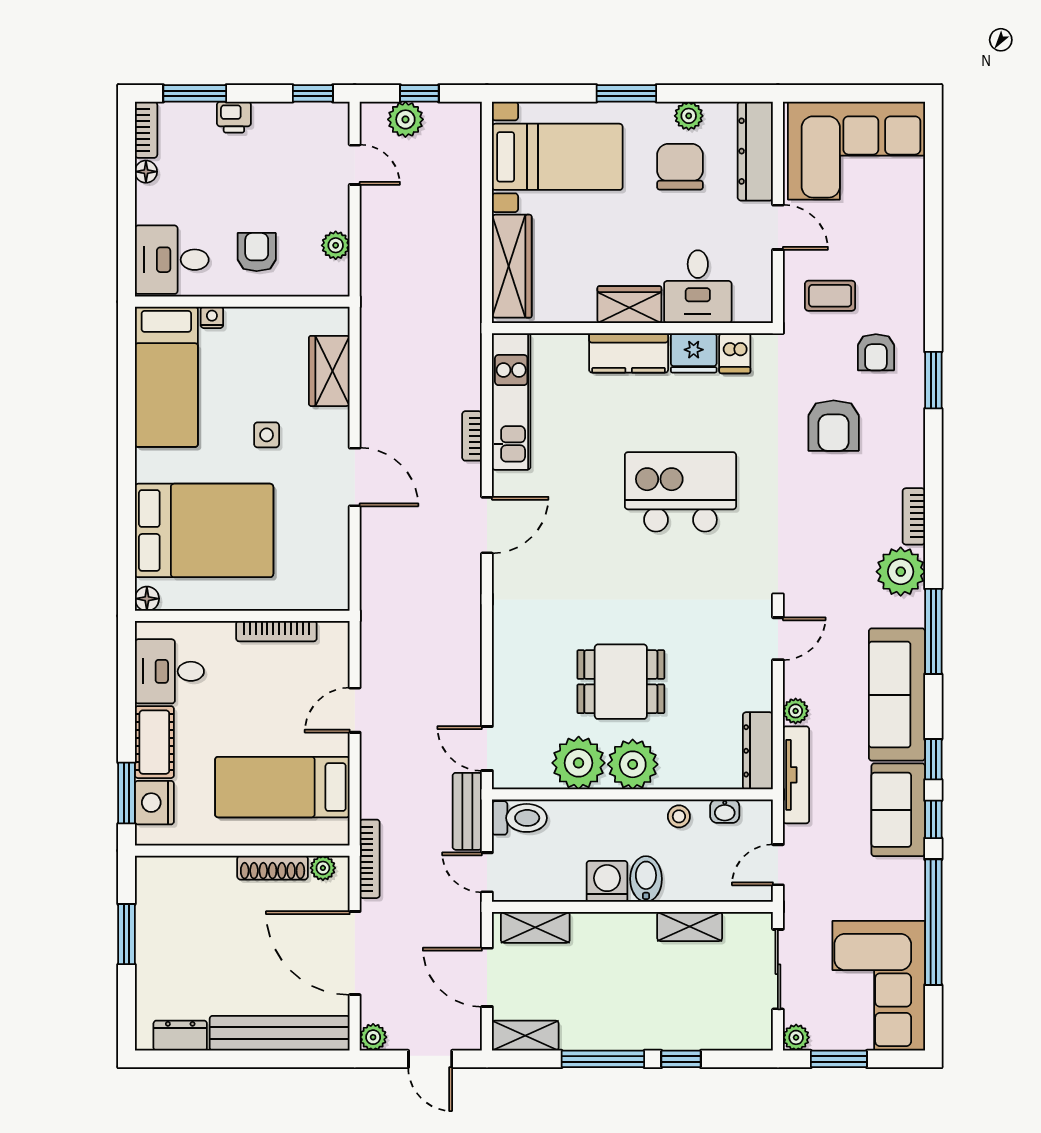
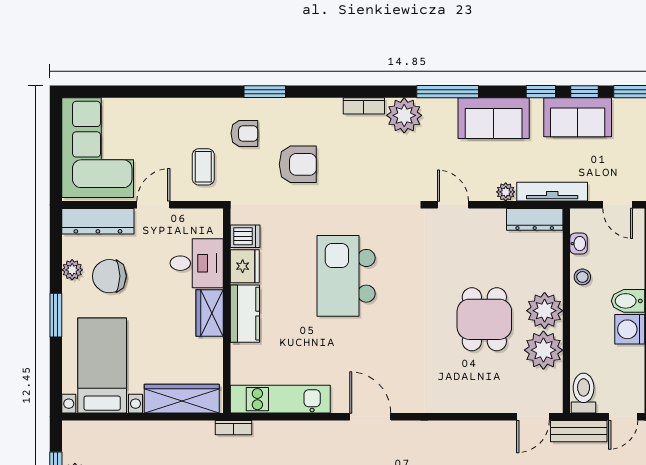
bookcase: (472, 436) -> (234, 428), moved
sofa: (897, 695) -> (494, 118), width x0.73

